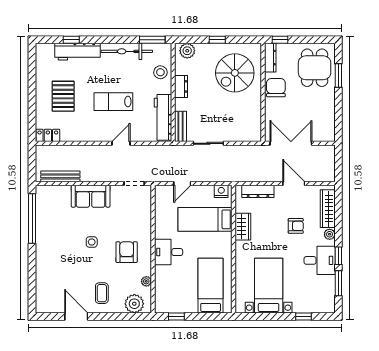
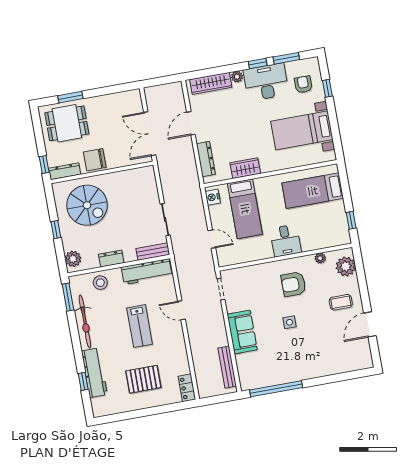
armchair: (296, 226) -> (303, 84), moved
desk: (320, 260) -> (266, 82), width x1.37

